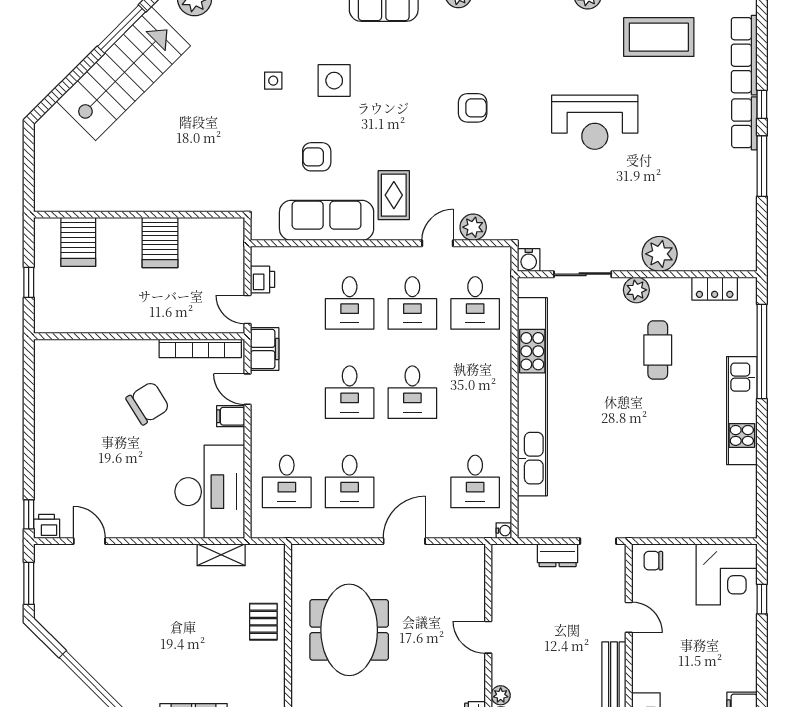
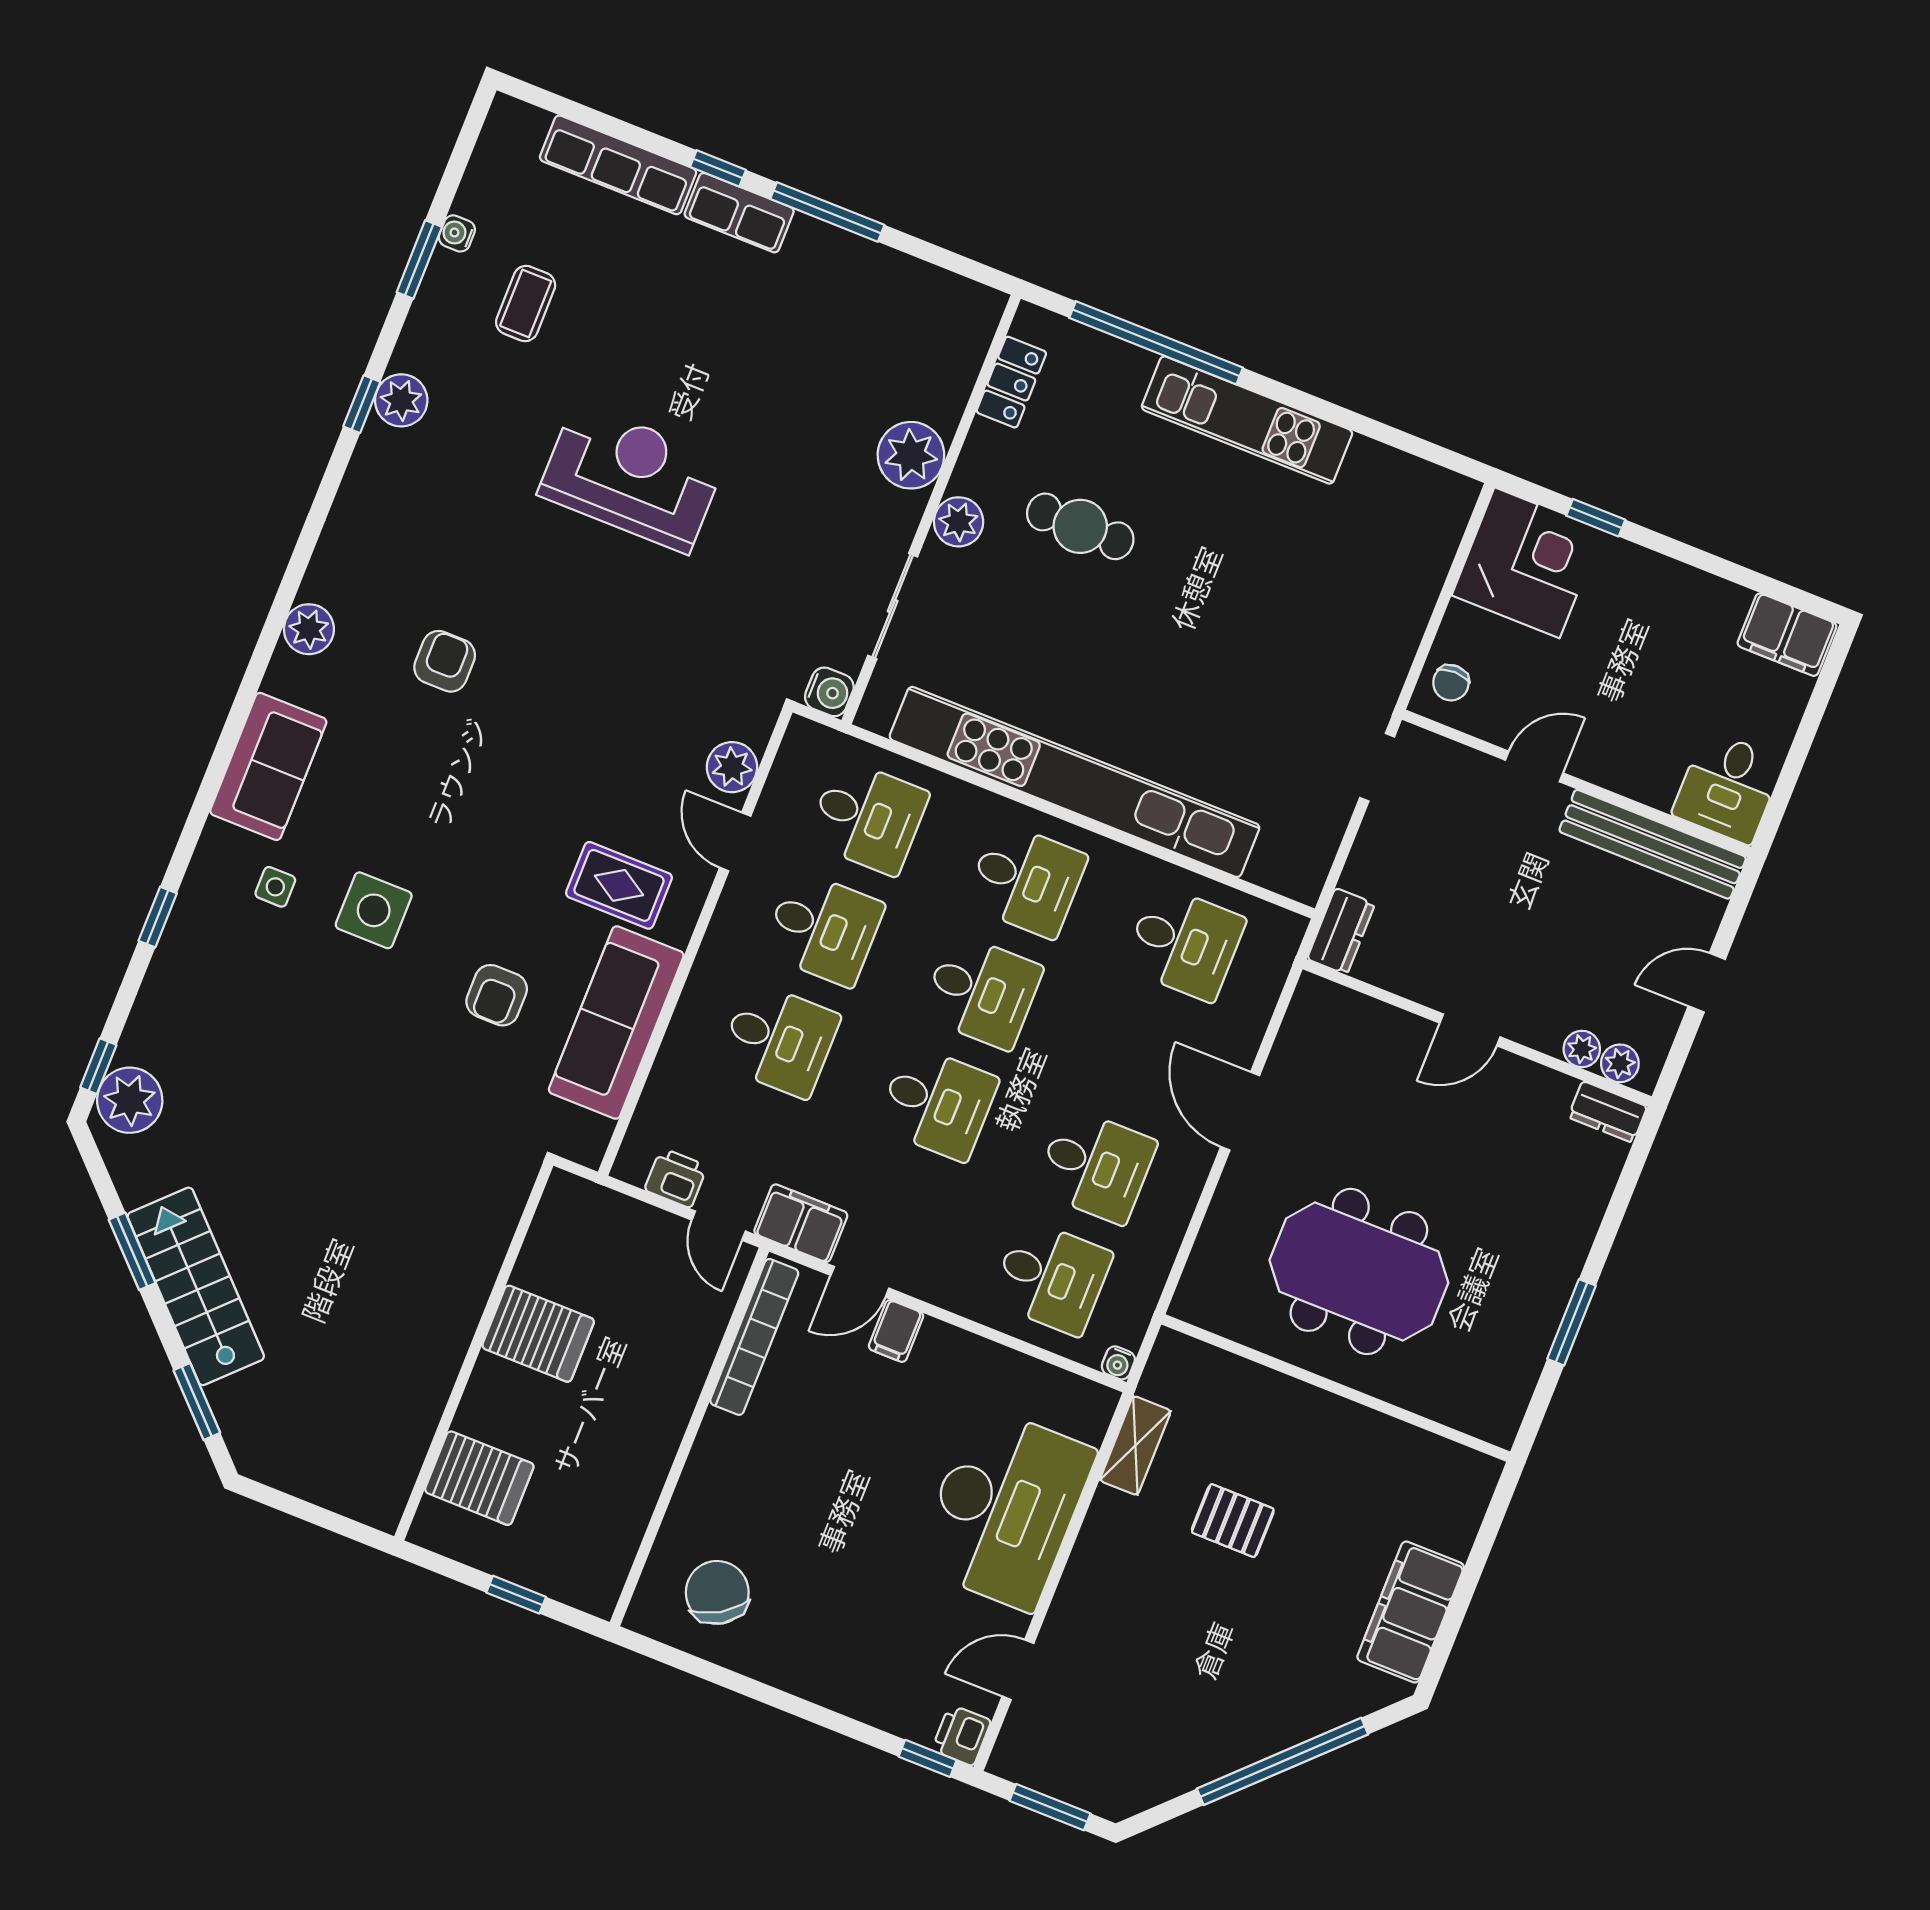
window: (121, 29) -> (132, 1251), width x0.69
coffee table: (659, 37) -> (526, 304), width x0.54, depth x0.58
stairs: (123, 73) -> (196, 1286), width x0.73, depth x0.66
side table: (273, 81) -> (275, 887), moved
window: (61, 90) -> (197, 1402), added
armchair: (473, 108) -> (445, 661), moved
reception desk: (595, 122) -> (632, 477), turned -90
door: (248, 309) -> (719, 1226), hinge flipped
desk: (475, 392) -> (1026, 880), added
chair: (148, 403) -> (717, 1592), moved
desk: (210, 492) -> (1005, 1508), moved, turned 90
water cooler: (504, 531) -> (1118, 1363), moved, turned 180
dresser: (558, 555) -> (1341, 931), moved
pallet: (263, 622) -> (1233, 1521), moved

